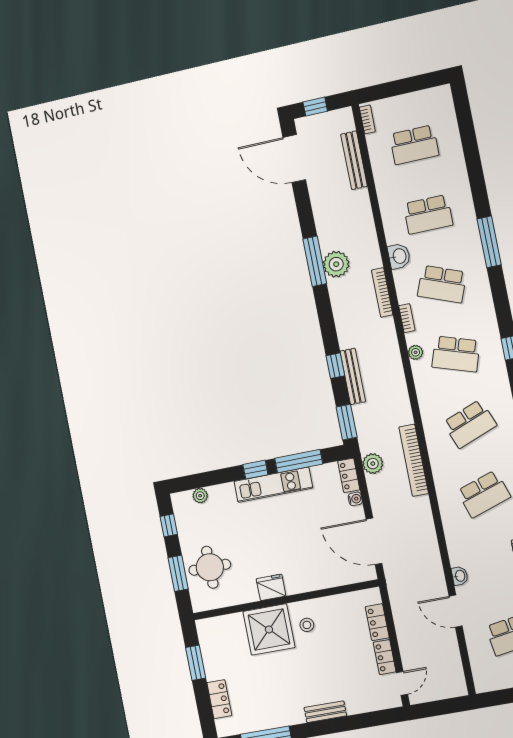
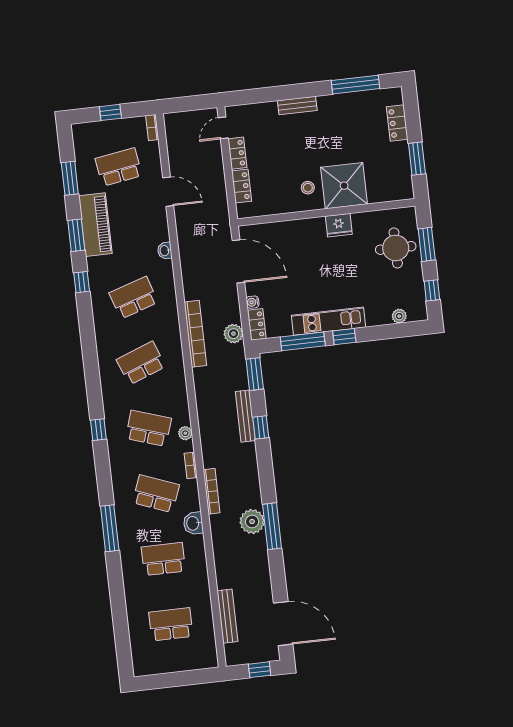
bookcase: (367, 119) -> (152, 128), moved
washbasin: (460, 576) -> (165, 251), moved

